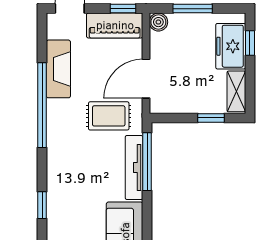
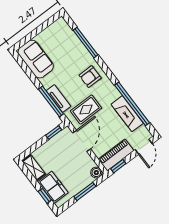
window: (42, 105) -> (132, 104), moved
window: (211, 118) -> (54, 133), moved
armchair: (70, 155) -> (90, 77), added
tv unit: (134, 168) -> (59, 98), width x0.71
window: (42, 205) -> (85, 43), width x2.17

